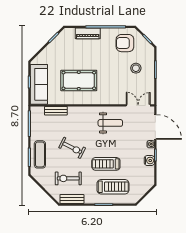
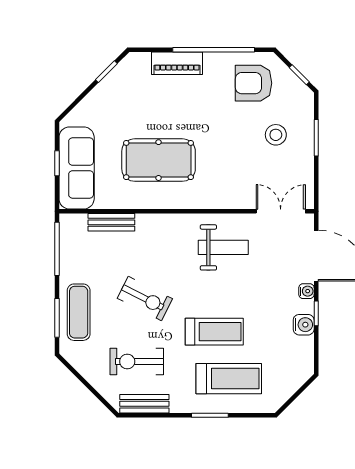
treadmill: (106, 164) -> (214, 332), turned 180

